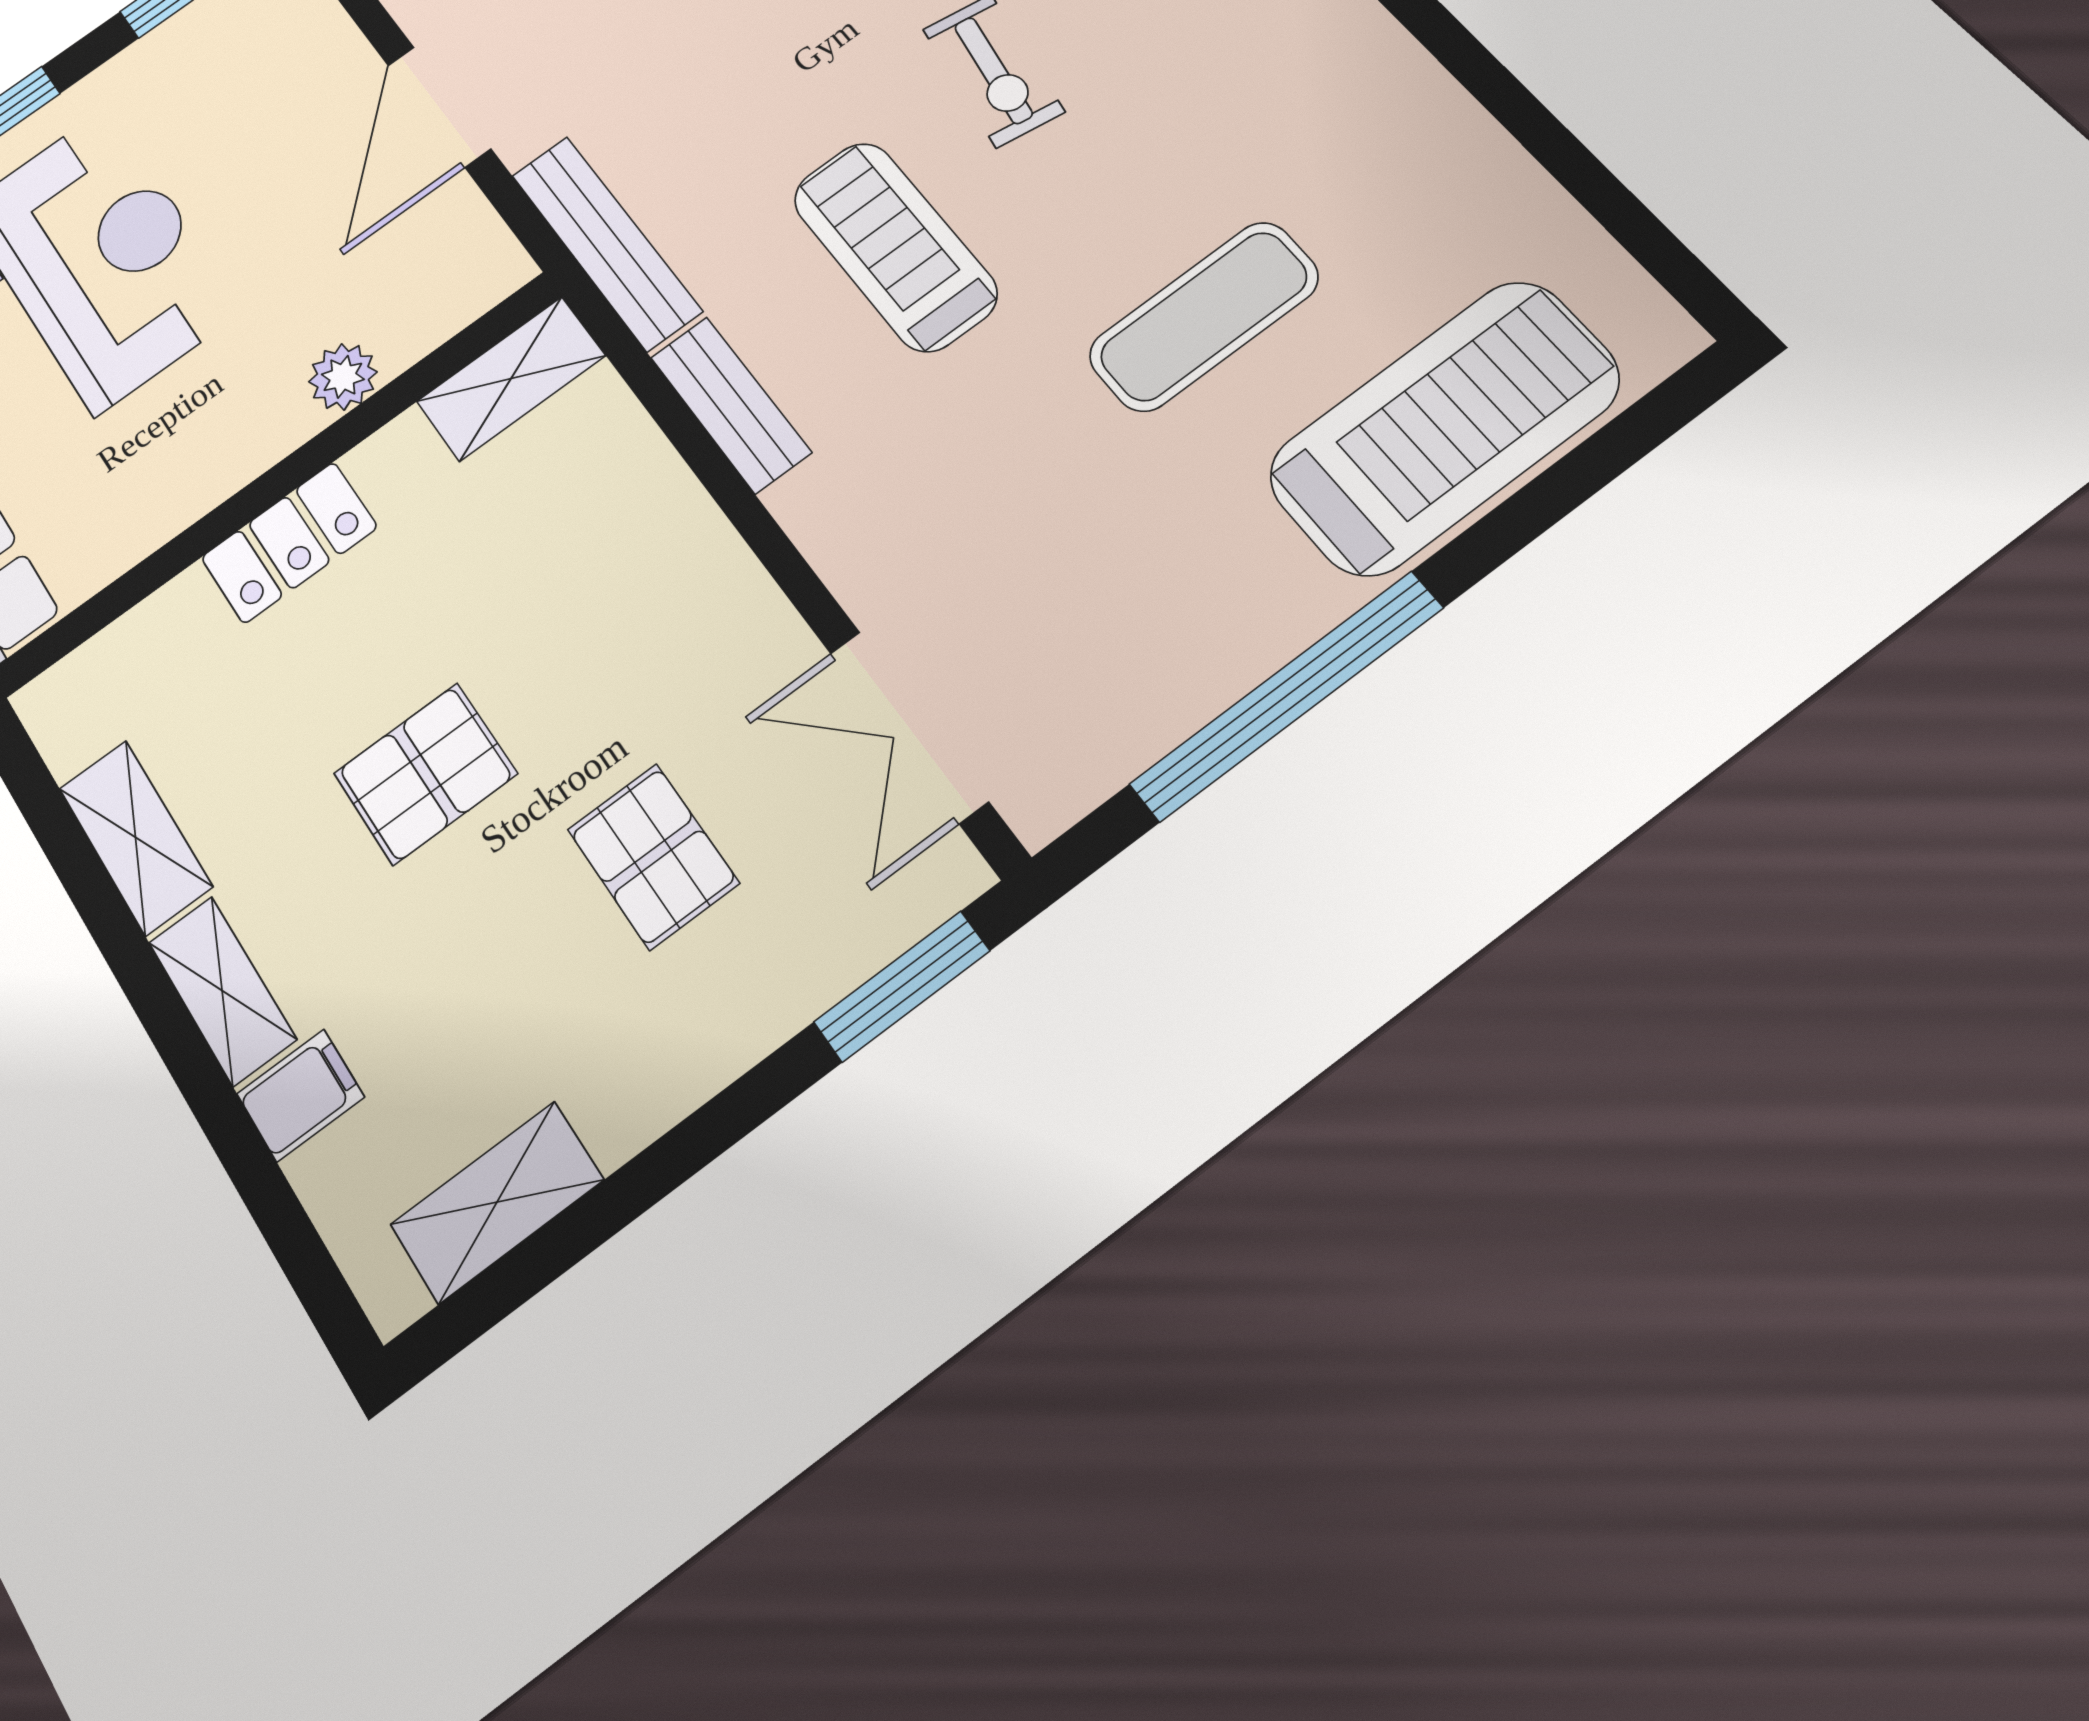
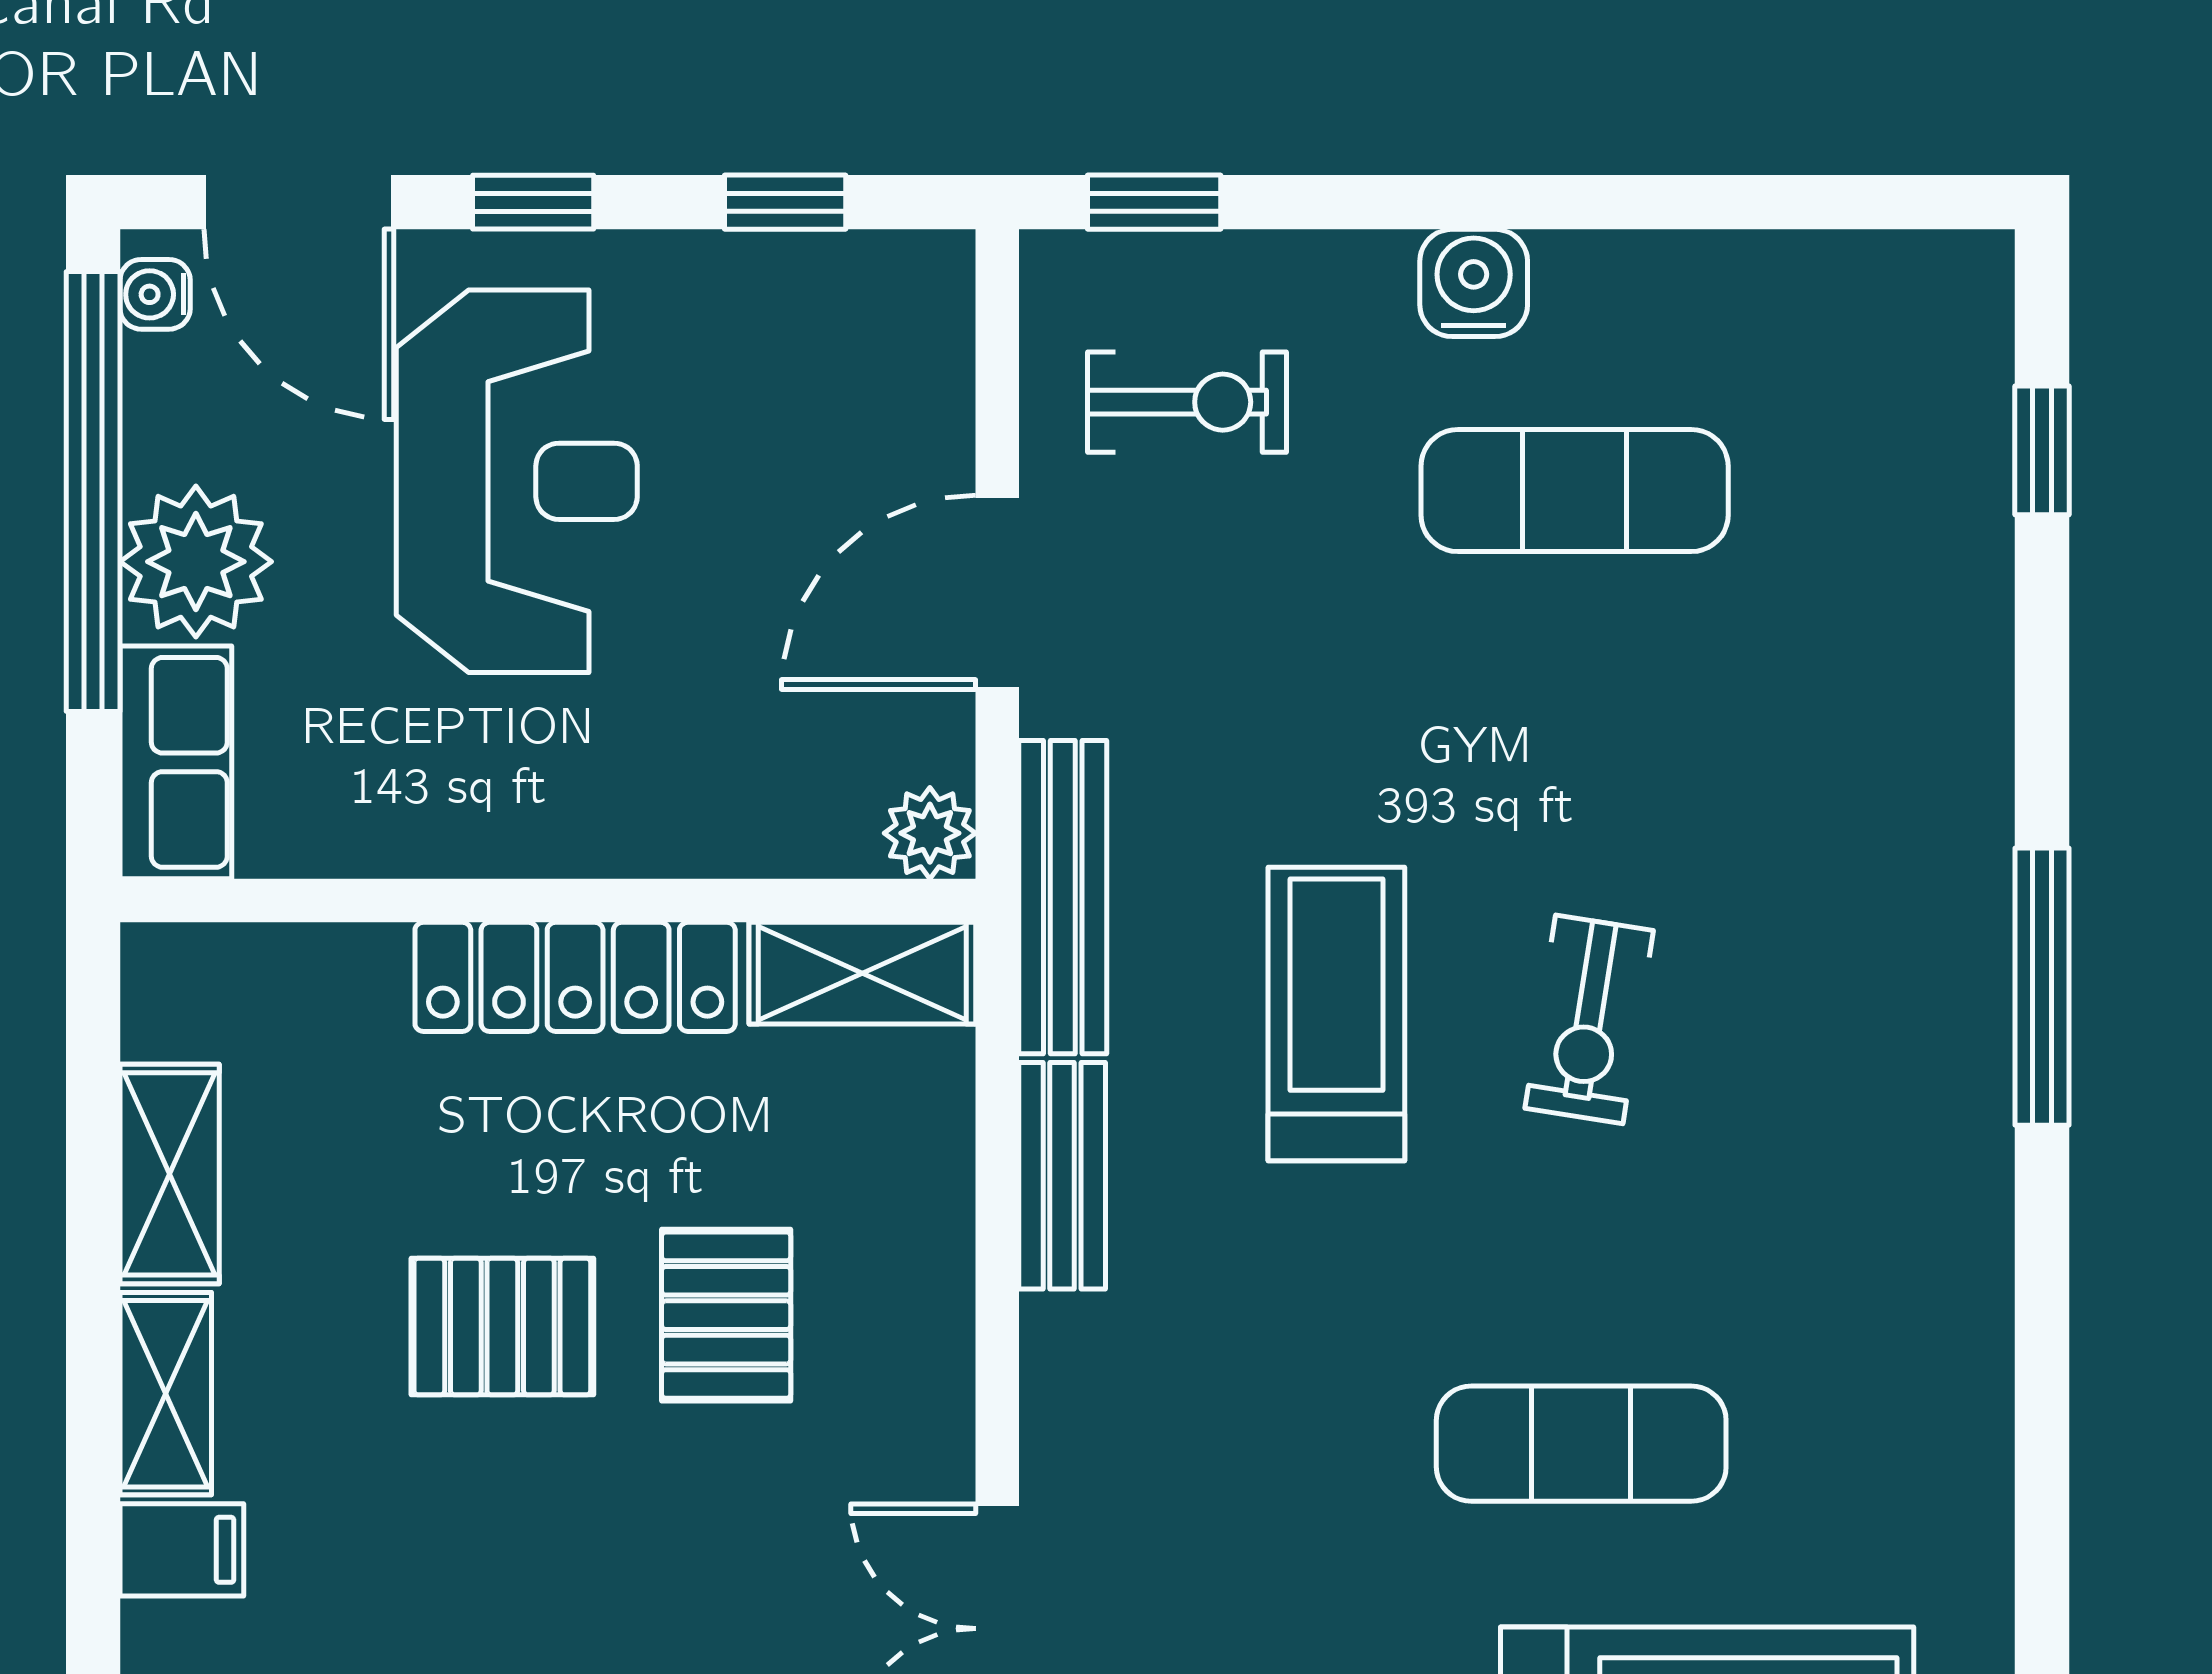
treadmill: (895, 246) -> (1336, 1014), moved
plant: (343, 377) -> (930, 833), moved
locker: (289, 542) -> (575, 977), width x1.53
pallet: (653, 856) -> (726, 1315), moved

